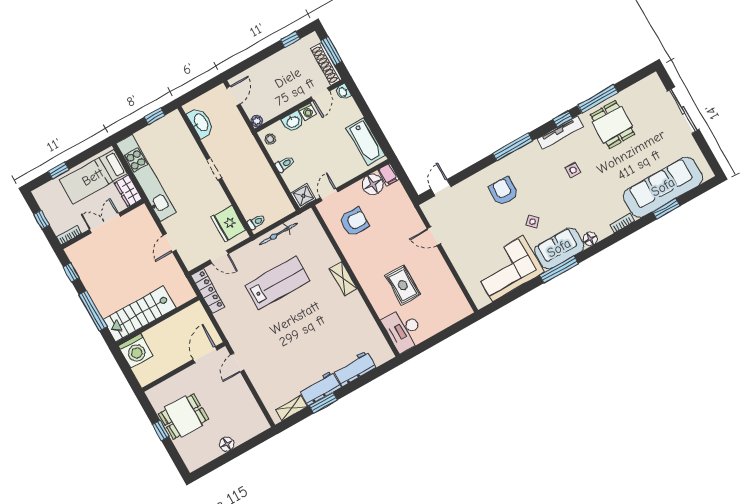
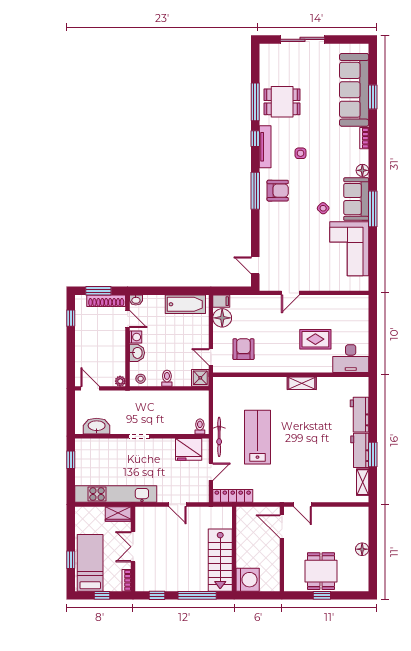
bed: (93, 177) -> (90, 563), moved, turned 180
armchair: (504, 191) -> (278, 191), moved, turned 180
bicycle: (278, 234) -> (219, 437), moved
shelving: (343, 279) -> (302, 383), moved

